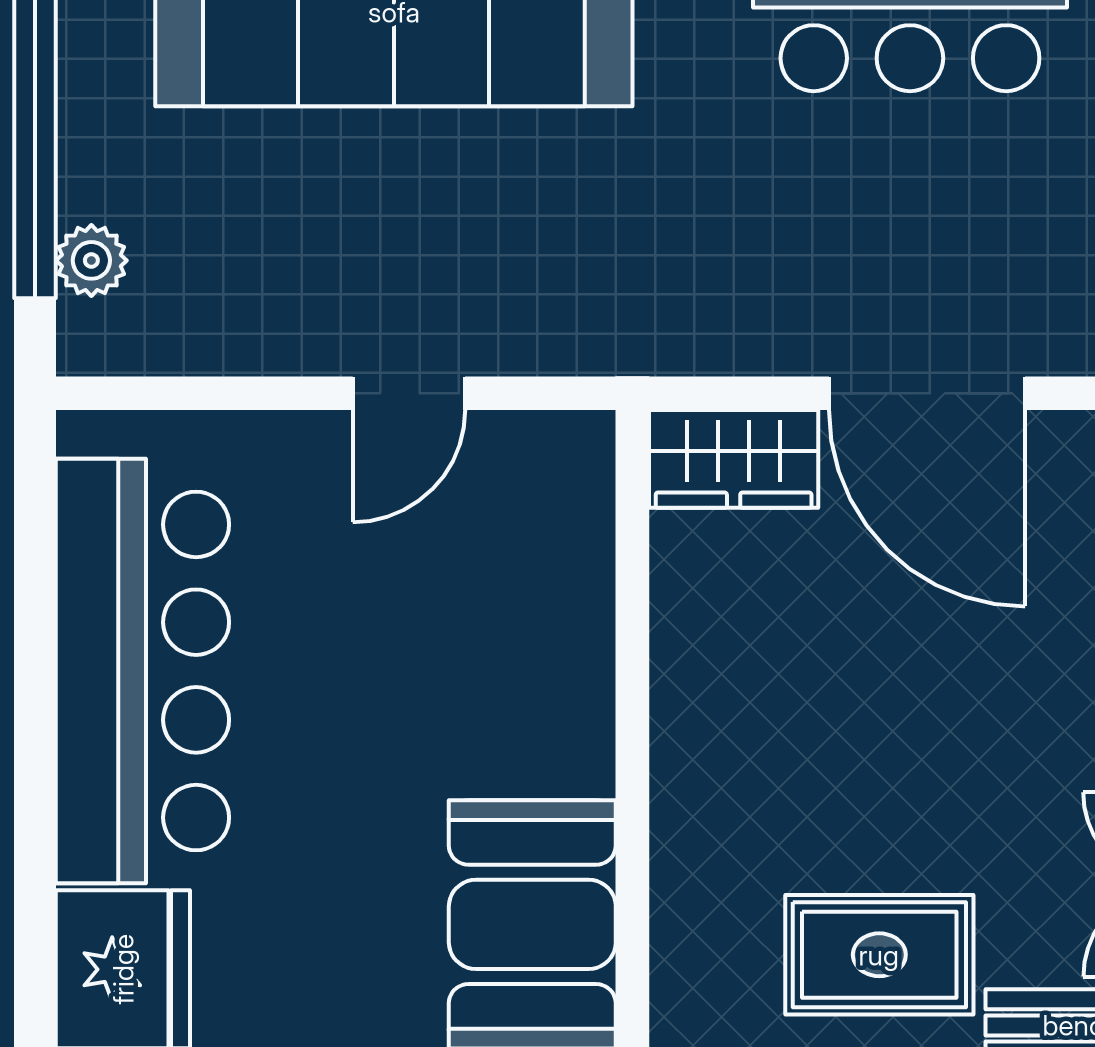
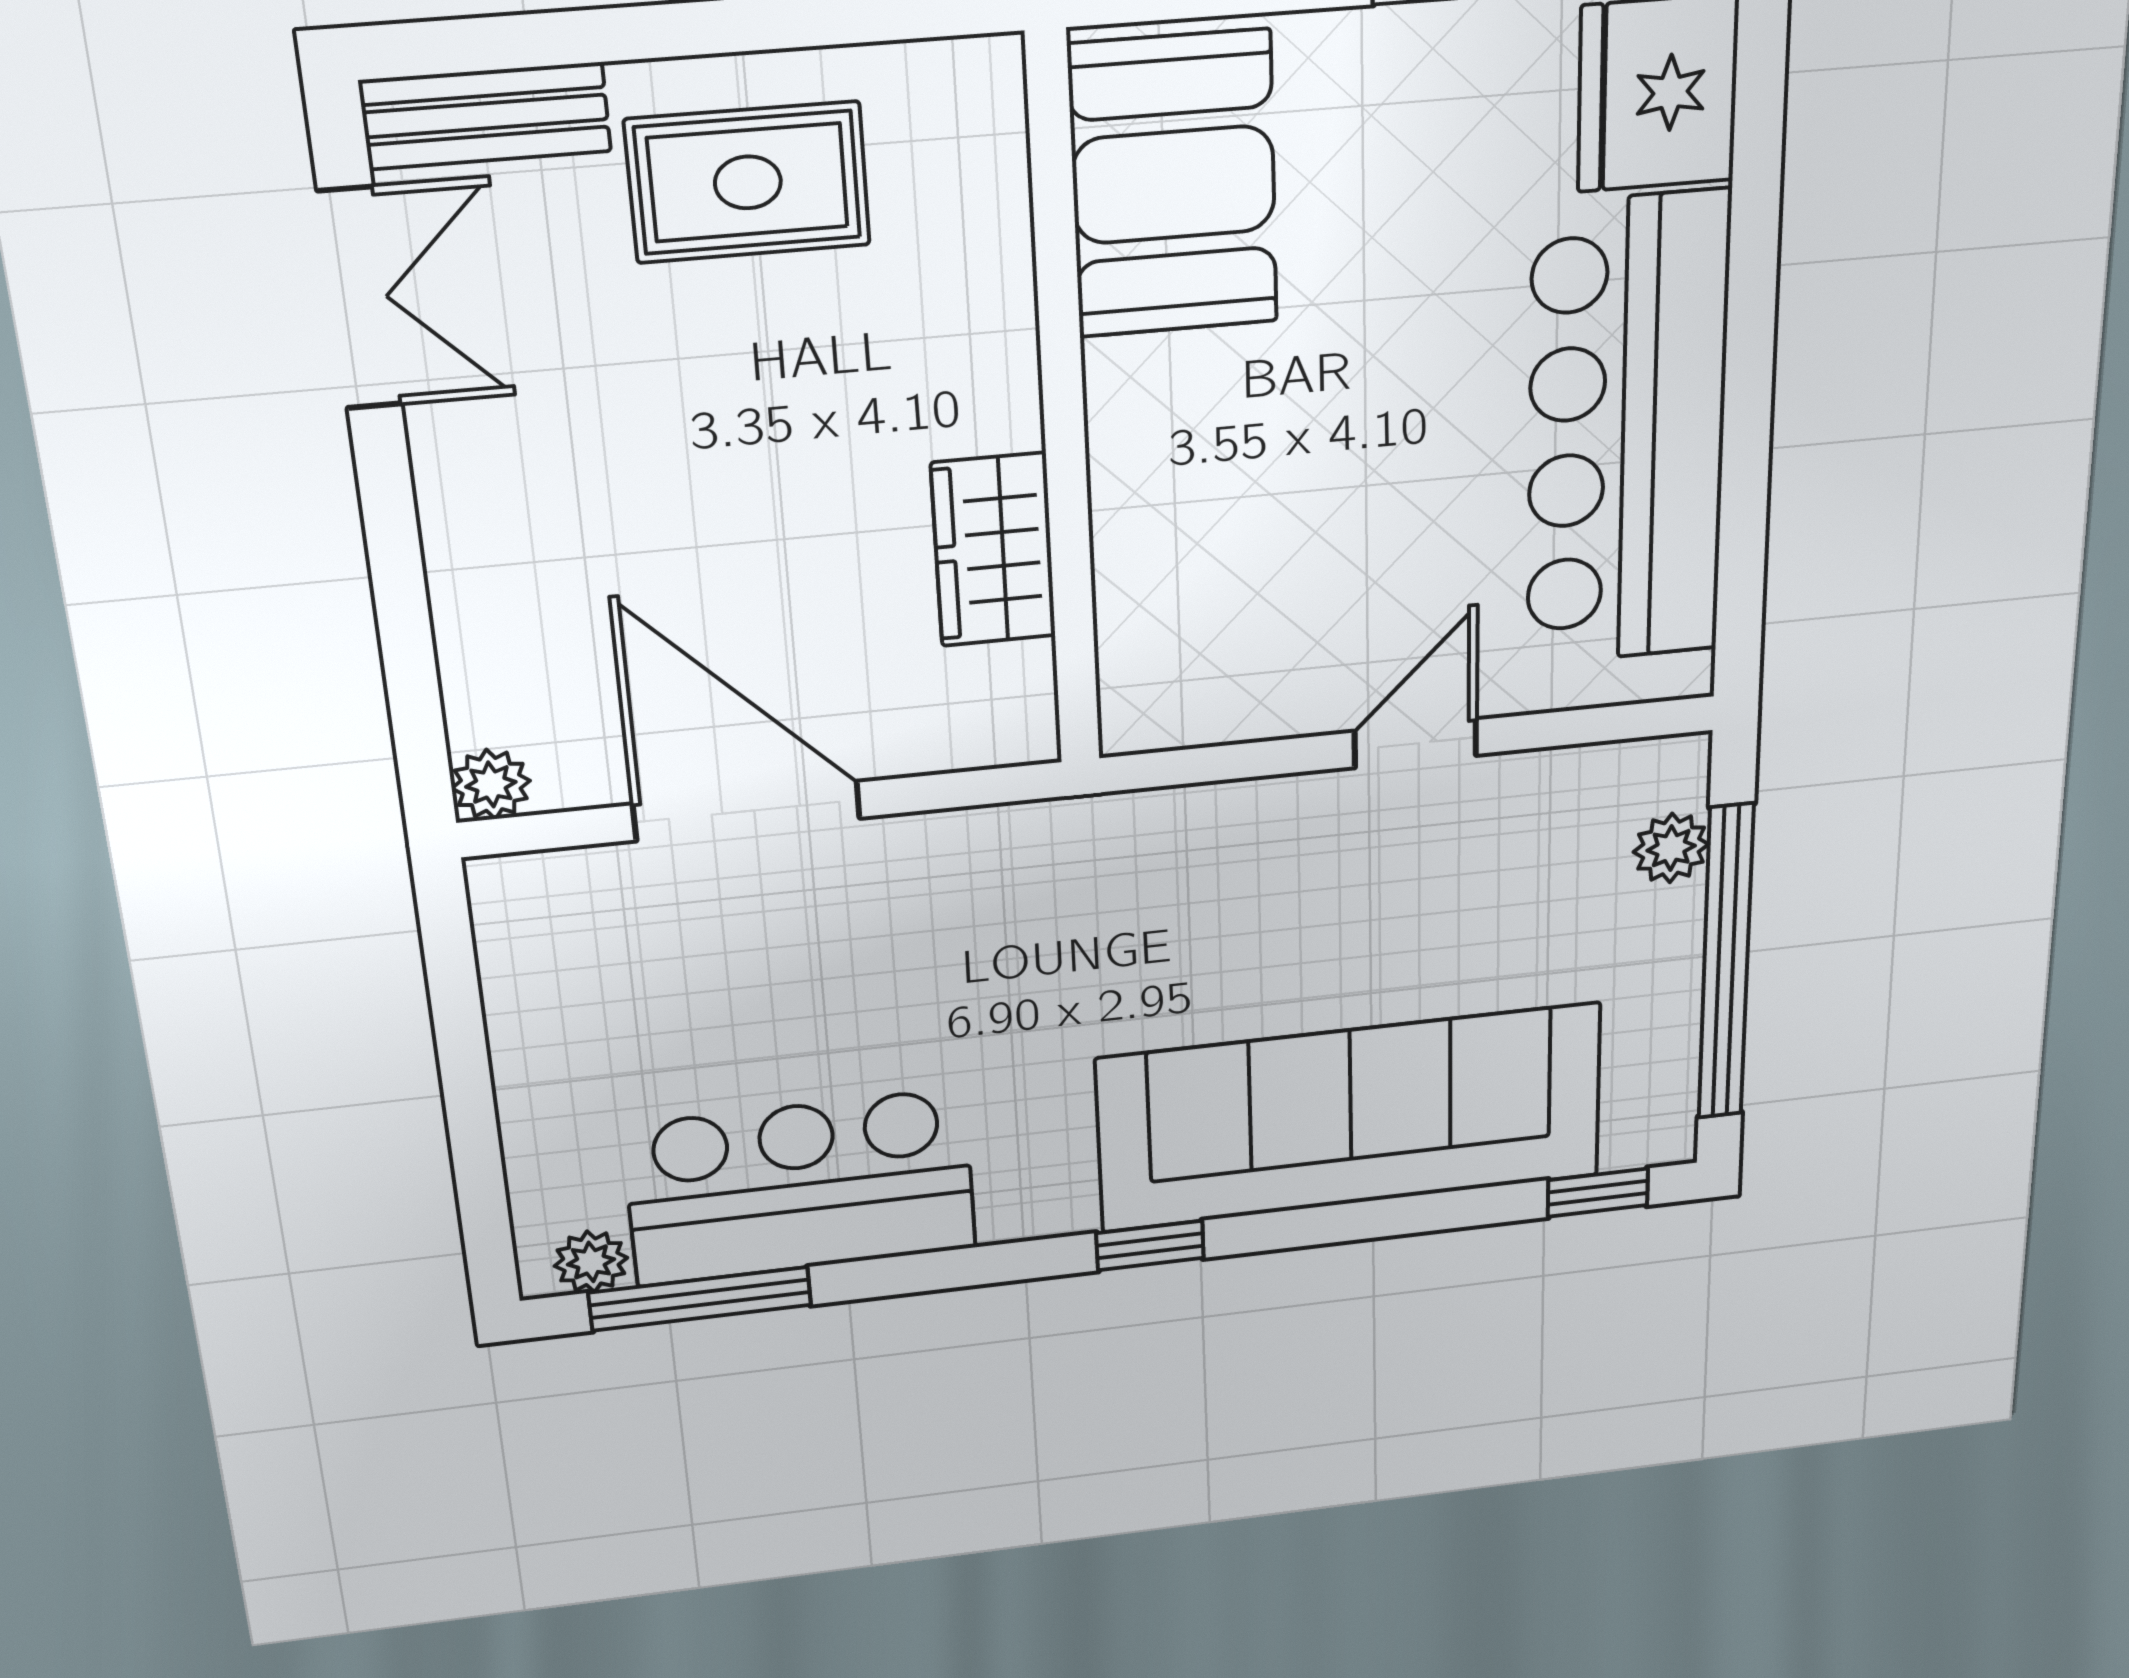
door: (409, 393) -> (1415, 743), moved
wardrobe: (734, 459) -> (994, 550), moved, turned -90

